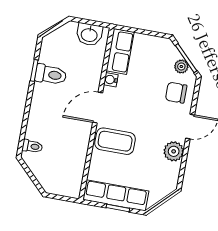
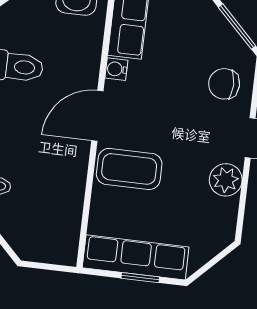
plant: (181, 66) -> (230, 41), removed

